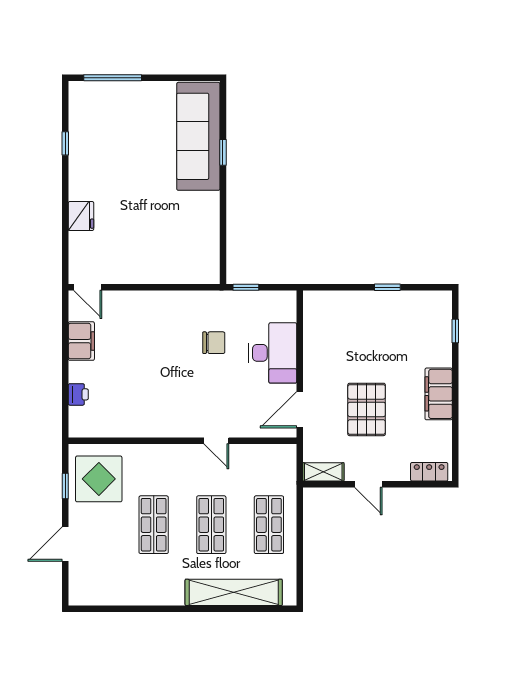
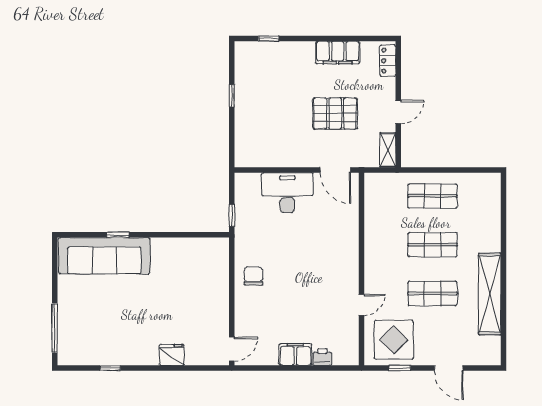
filing cabinet: (81, 341) -> (295, 354), moved
chair: (214, 343) -> (254, 276), moved
filing cabinet: (439, 394) -> (338, 53), moved
door: (216, 441) -> (361, 305), moved
shelving: (234, 592) -> (490, 294), moved

